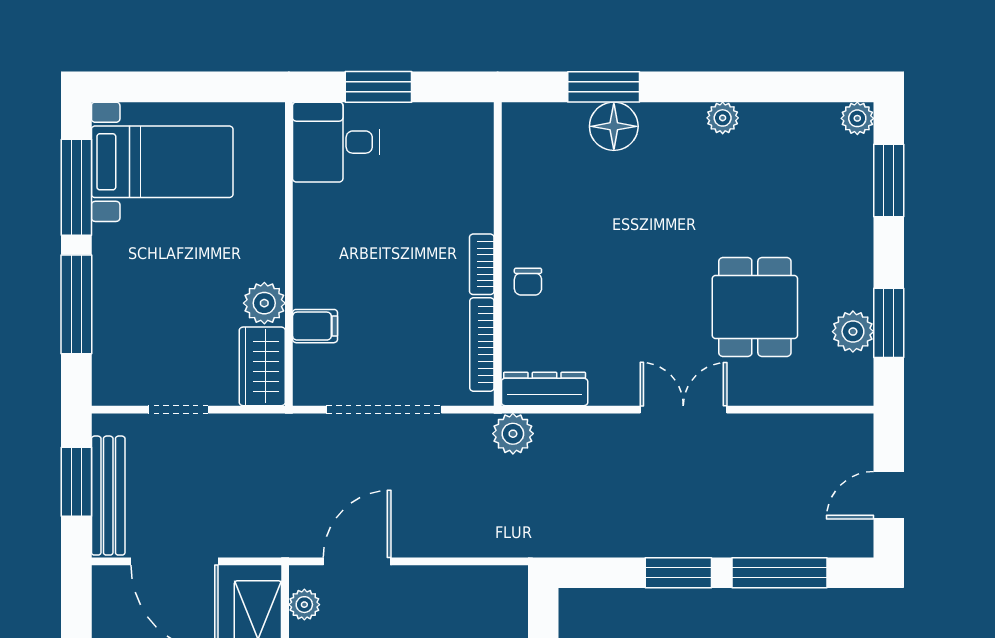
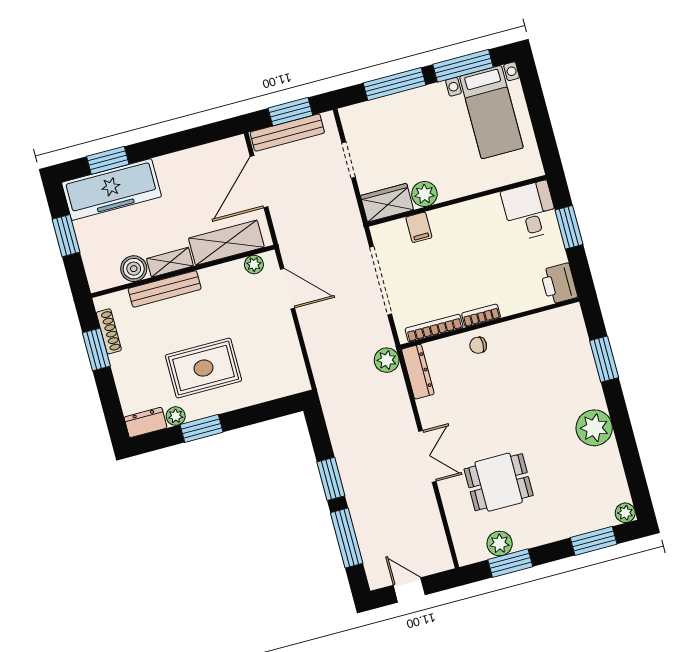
plant: (723, 118) -> (594, 428), width x1.87, depth x1.87
floor lamp: (614, 126) -> (583, 371), removed
printer: (464, 127) -> (559, 284), added

